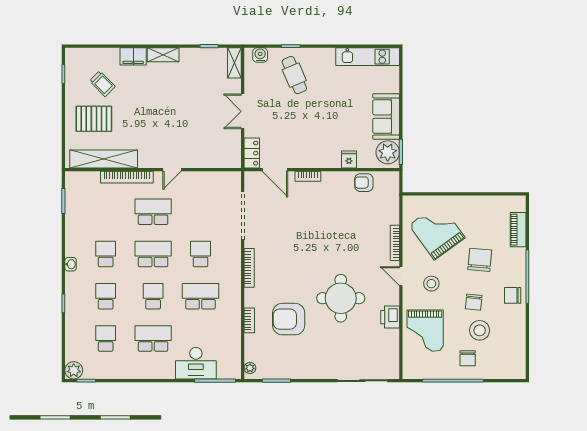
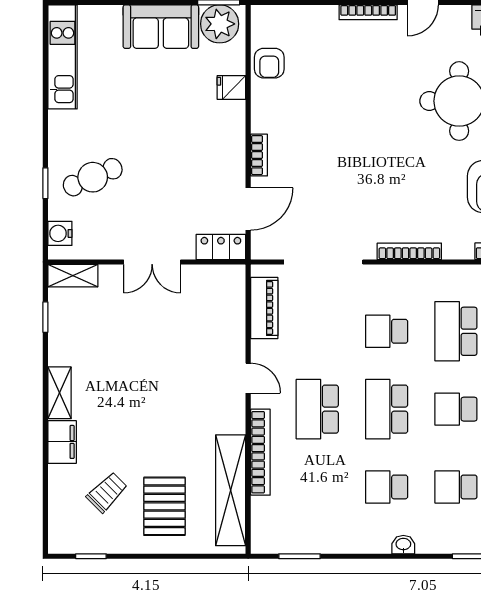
piano: (215, 180) -> (264, 308), added

